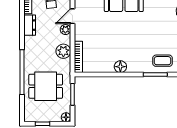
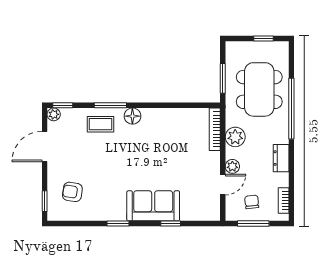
dresser: (30, 25) -> (281, 158), moved
floor lamp: (120, 67) -> (132, 116), moved
dining table: (46, 86) -> (259, 89), width x1.38
floor lamp: (66, 117) -> (232, 47), removed

